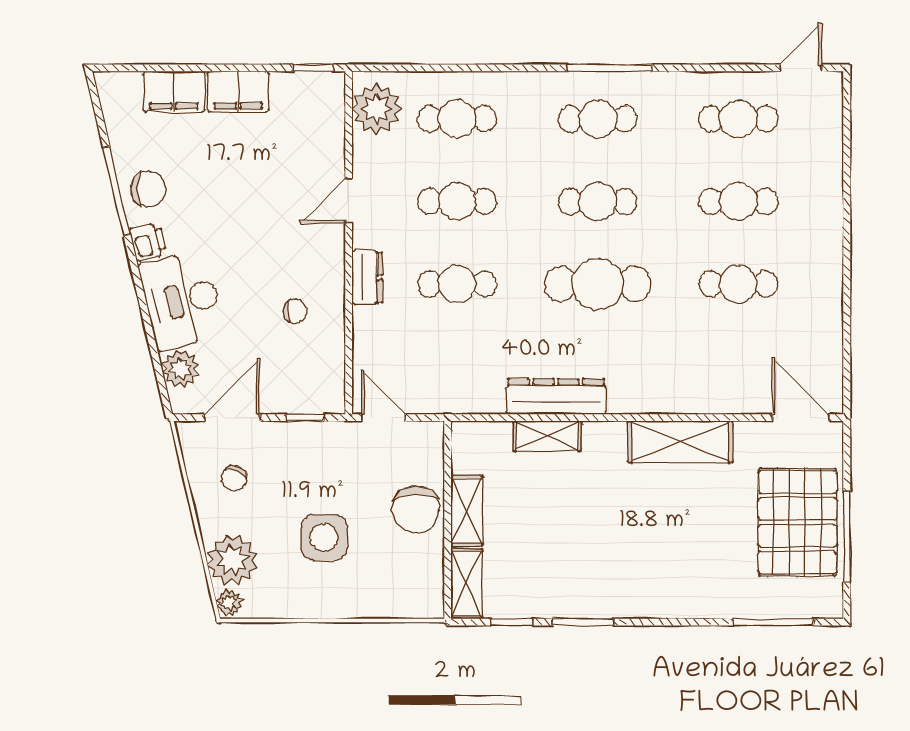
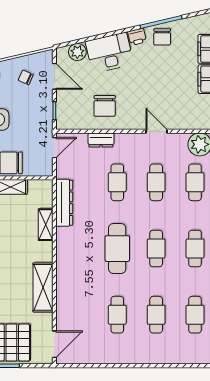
dresser: (367, 278) -> (101, 140), moved
chair: (295, 311) -> (105, 106), width x1.87, depth x1.87
dresser: (556, 396) -> (64, 203), moved

